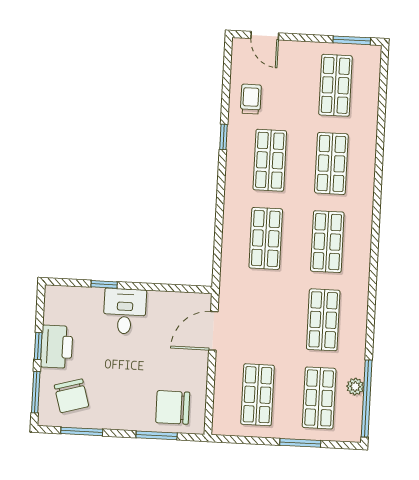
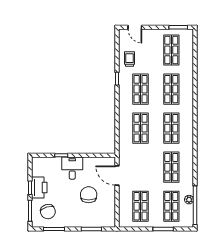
door: (213, 331) -> (117, 176), hinge flipped
chair: (173, 407) -> (89, 195), moved, turned 90

